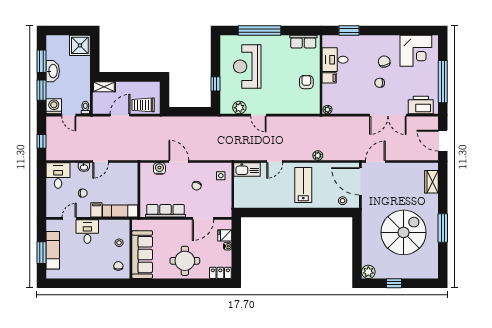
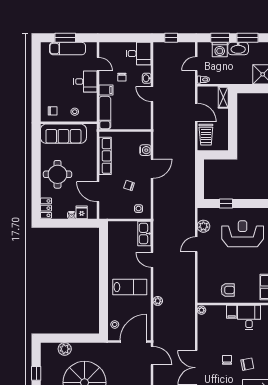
trolley: (143, 105) -> (206, 135), turned 180
washing machine: (54, 106) -> (220, 50), moved, turned 90
plant: (368, 272) -> (65, 349), moved

